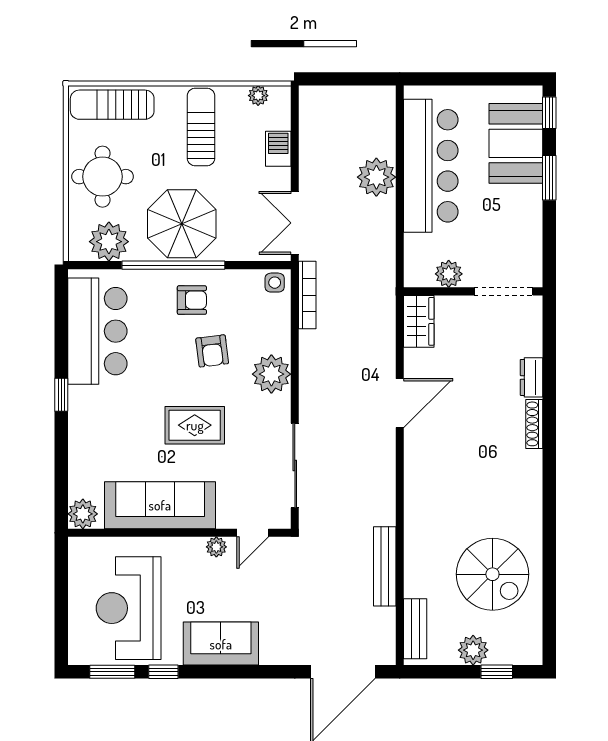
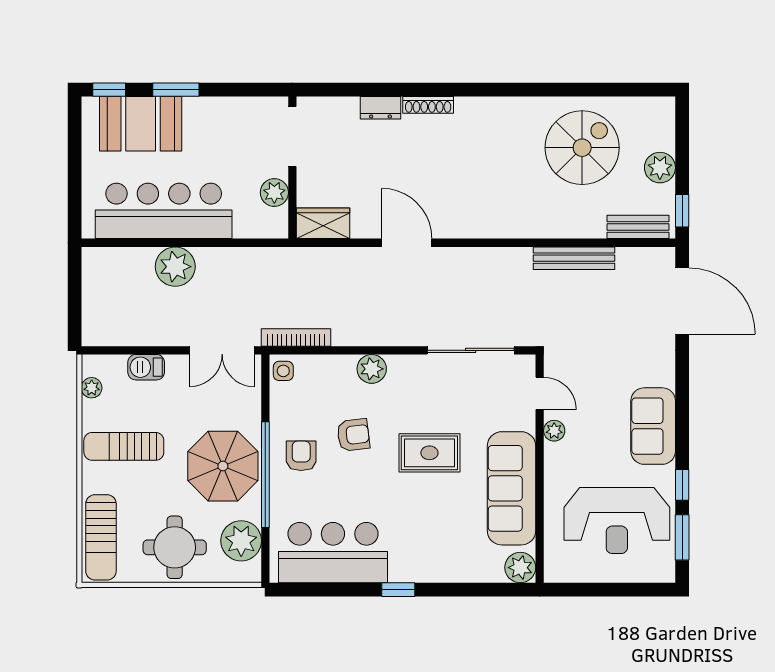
plant: (271, 374) -> (372, 369), width x0.73, depth x0.73
rug: (195, 425) -> (429, 453), turned 90
window: (497, 672) -> (682, 211), moved

